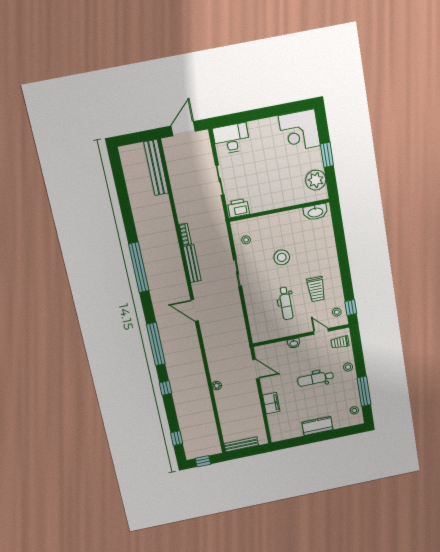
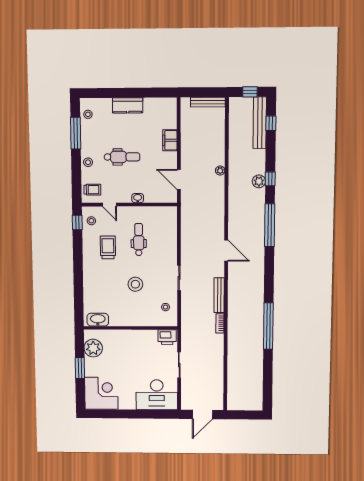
desk: (231, 139) -> (157, 395), width x1.36, depth x1.30
bench: (156, 168) -> (260, 123), moved
window: (139, 267) -> (268, 326), moved
plant: (176, 383) -> (259, 181), added

